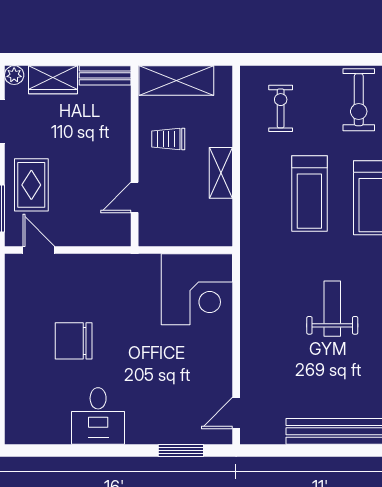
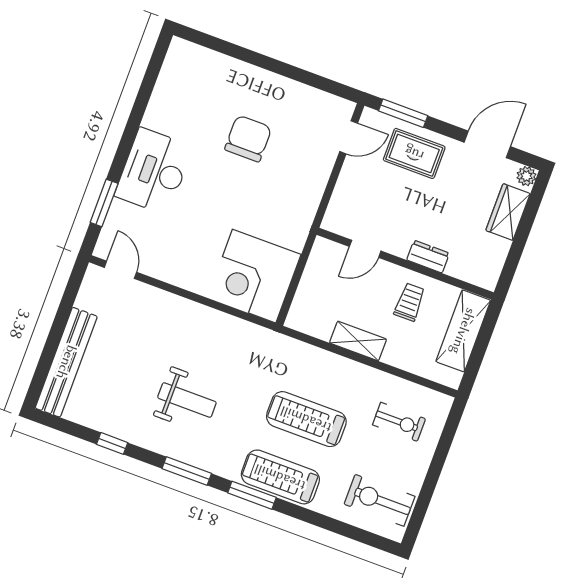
bench: (105, 75) -> (494, 264), removed
dresser: (121, 138) -> (428, 257), added
door: (135, 197) -> (365, 249), swing flipped
desk: (98, 416) -> (154, 171), moved, width x1.37

